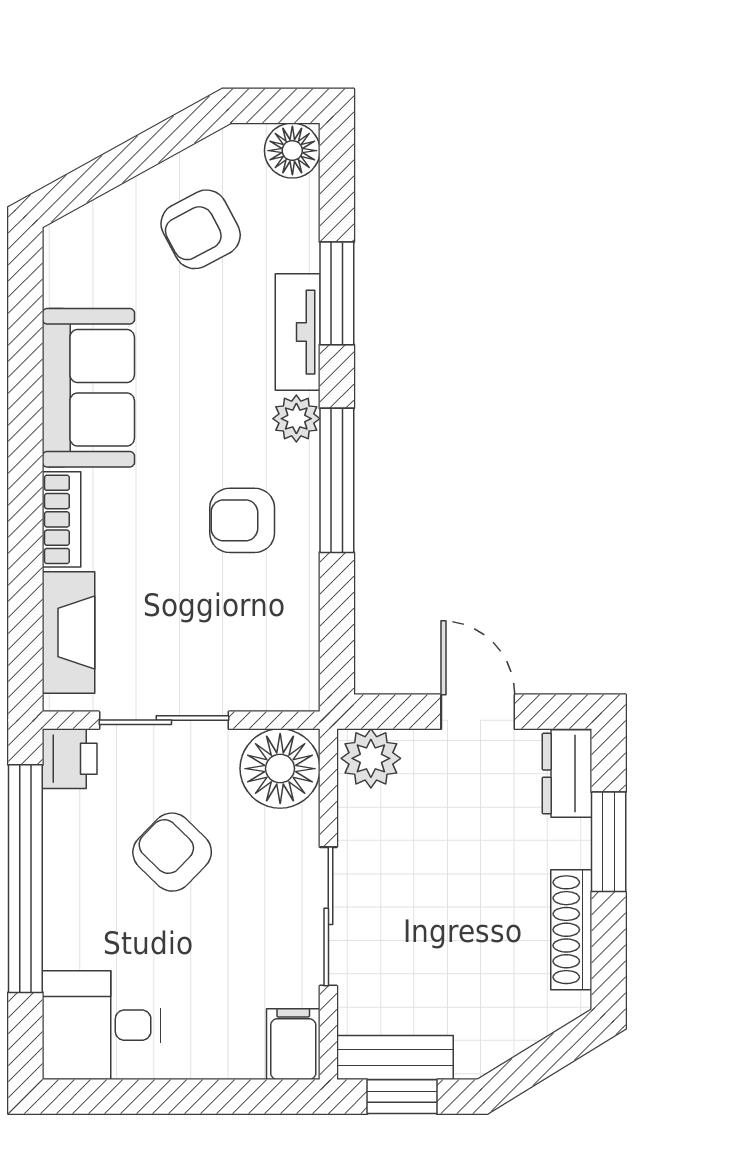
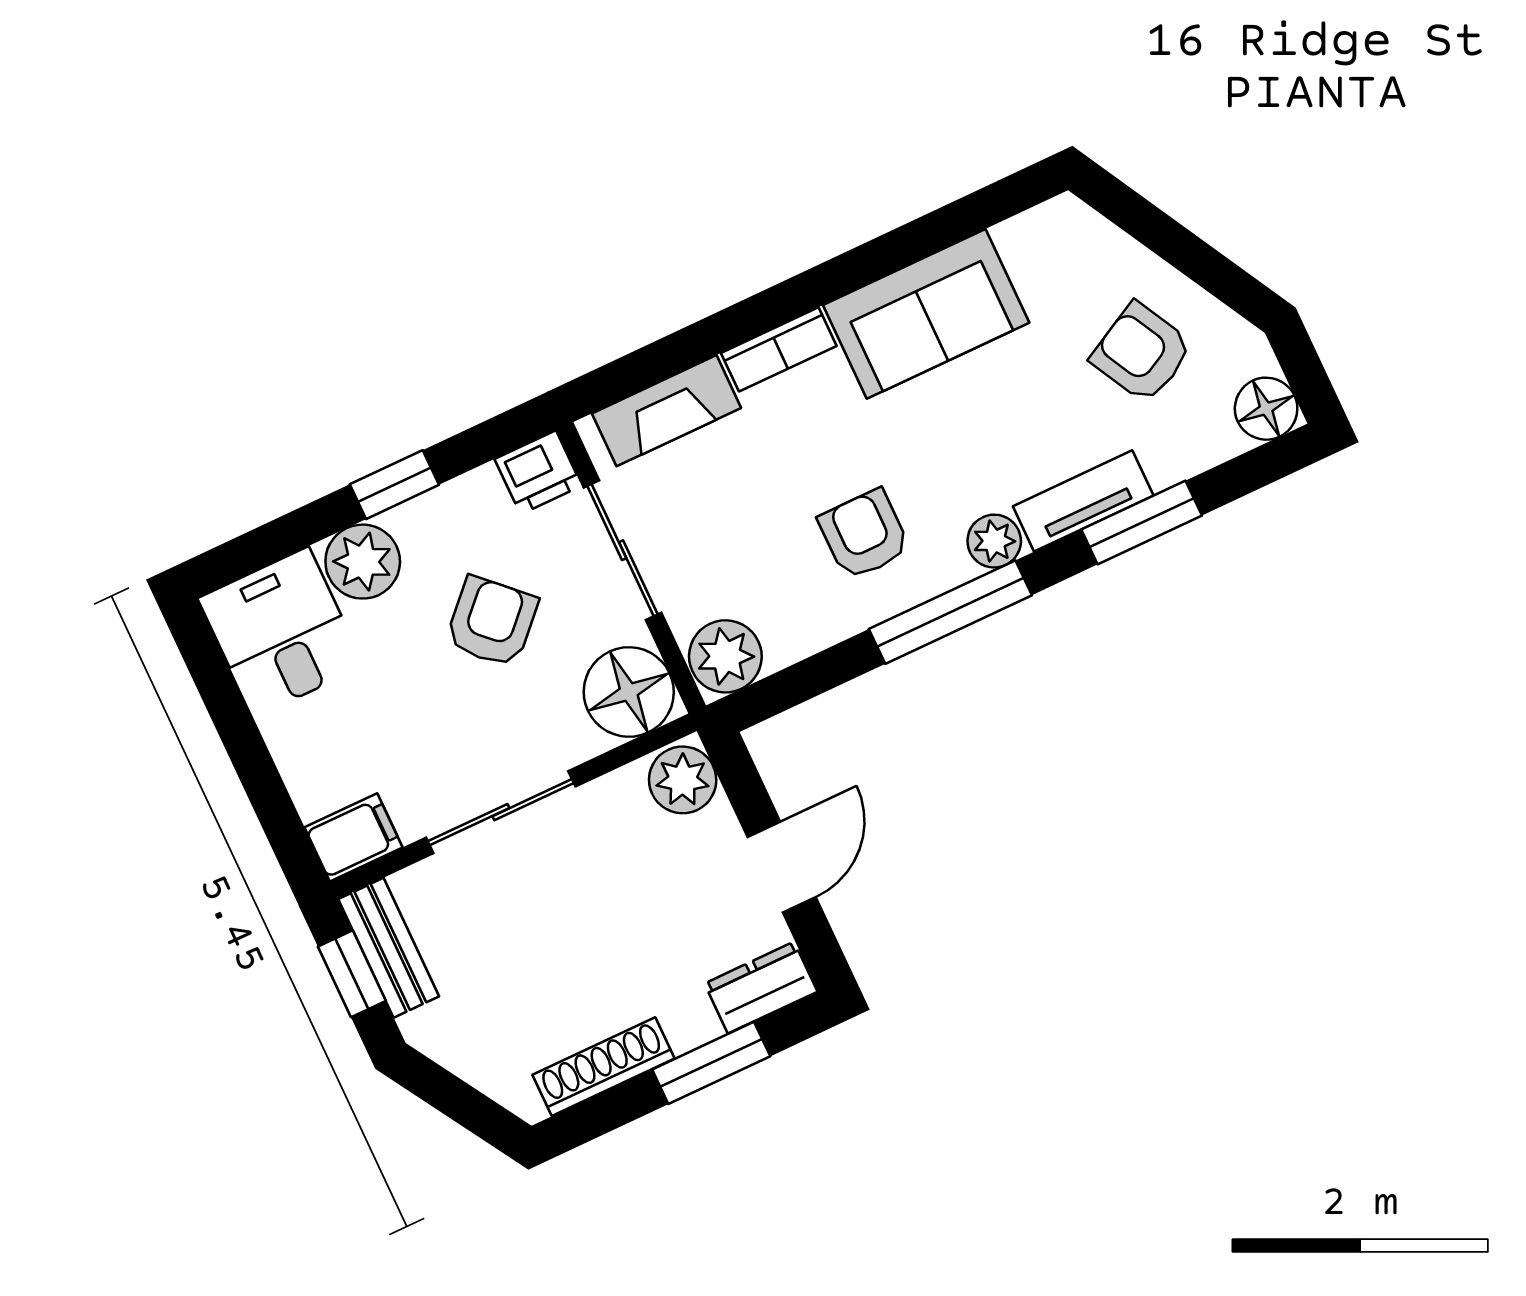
plant: (288, 678) -> (725, 656), added
window: (25, 879) -> (394, 485), width x0.32
plant: (75, 933) -> (363, 562), added

